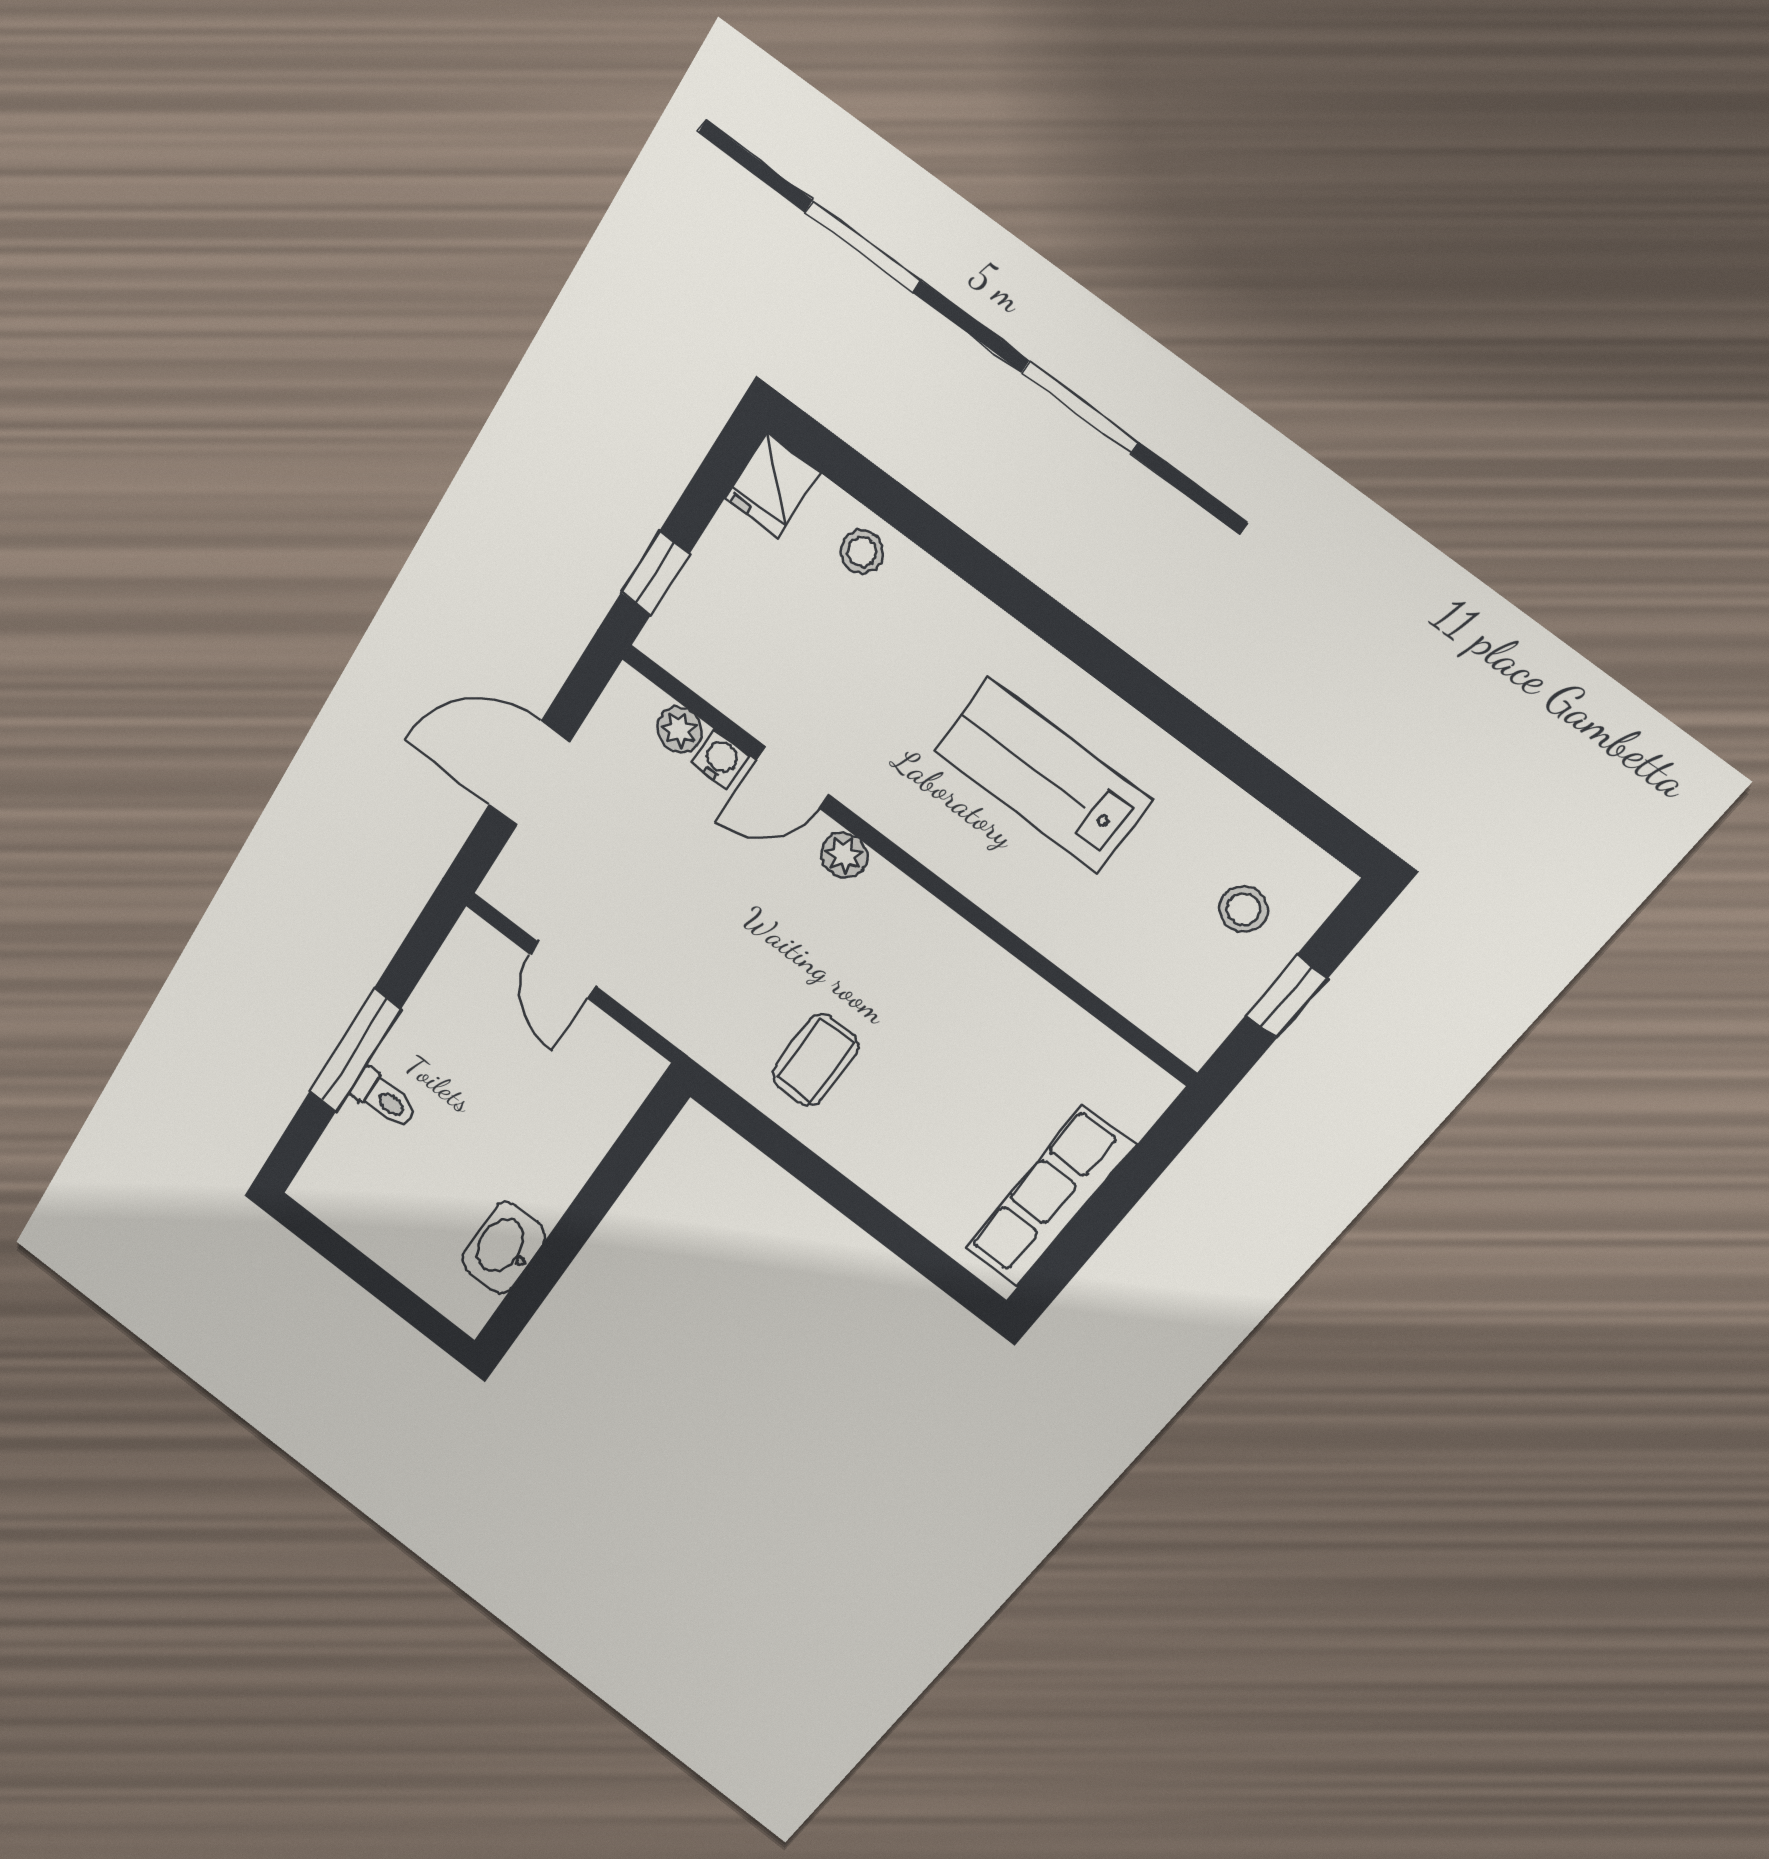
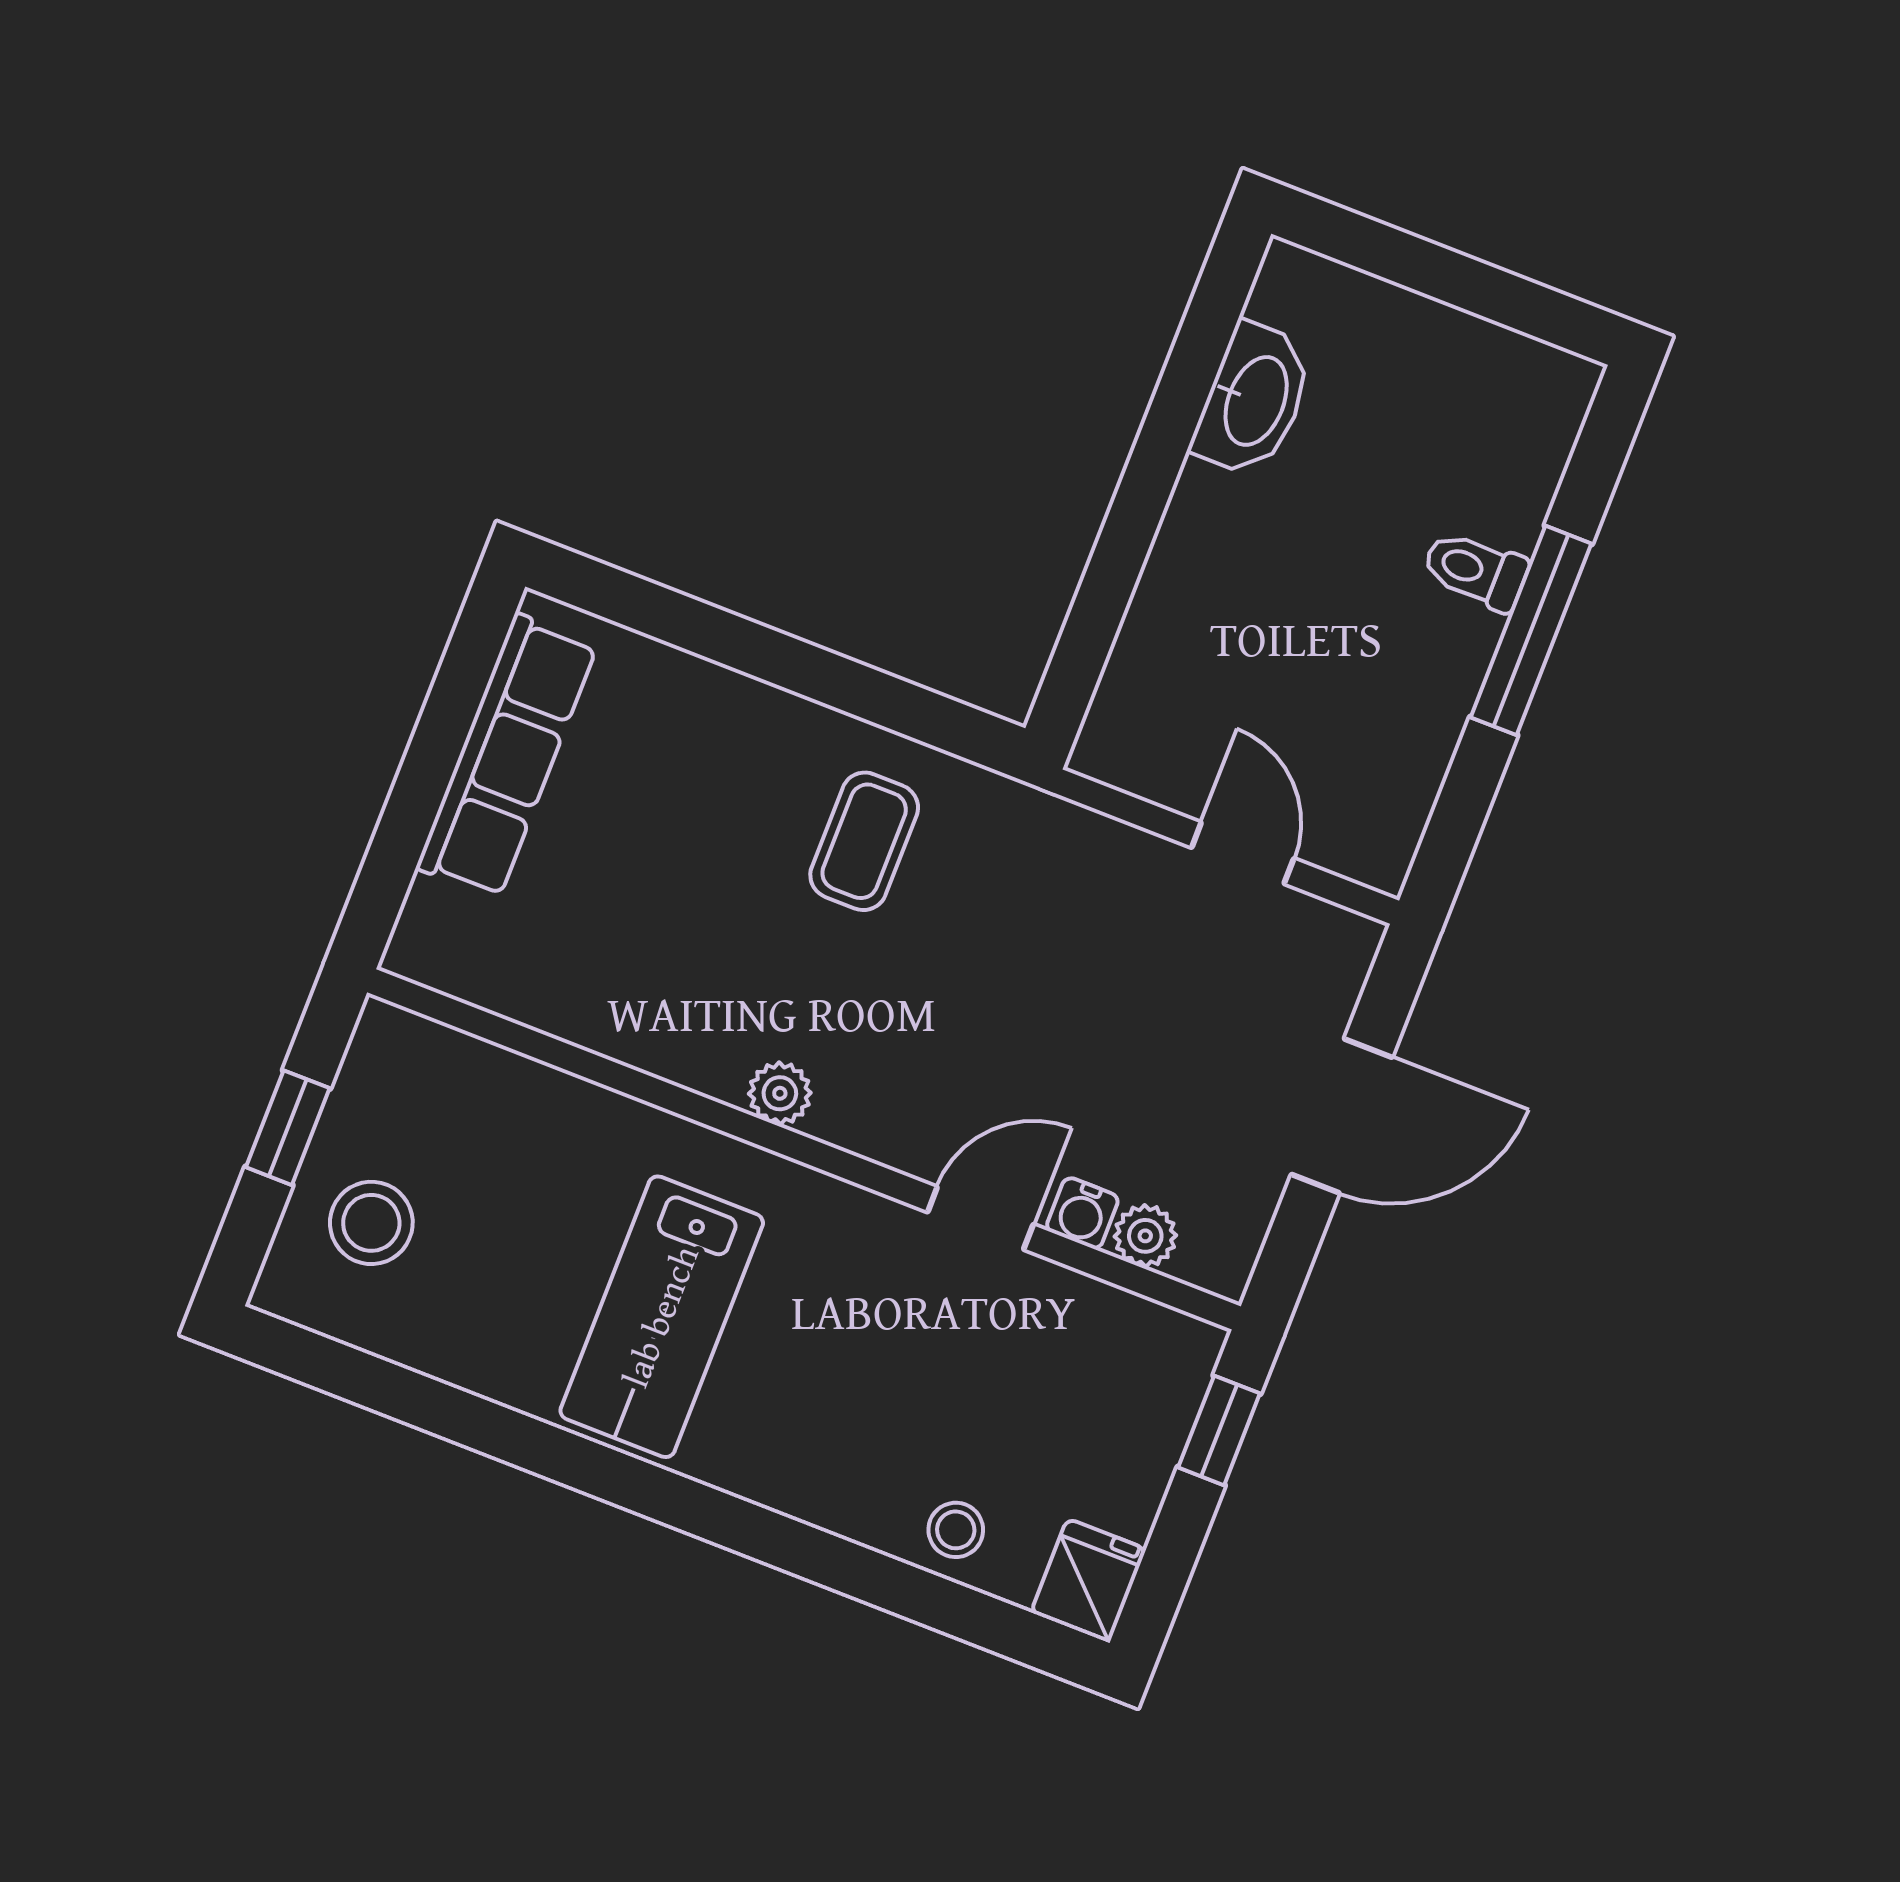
lab bench: (1043, 775) -> (662, 1317), turned 90
plant: (844, 855) -> (780, 1093), moved
stool: (1244, 909) -> (371, 1223), width x1.37, depth x1.37

